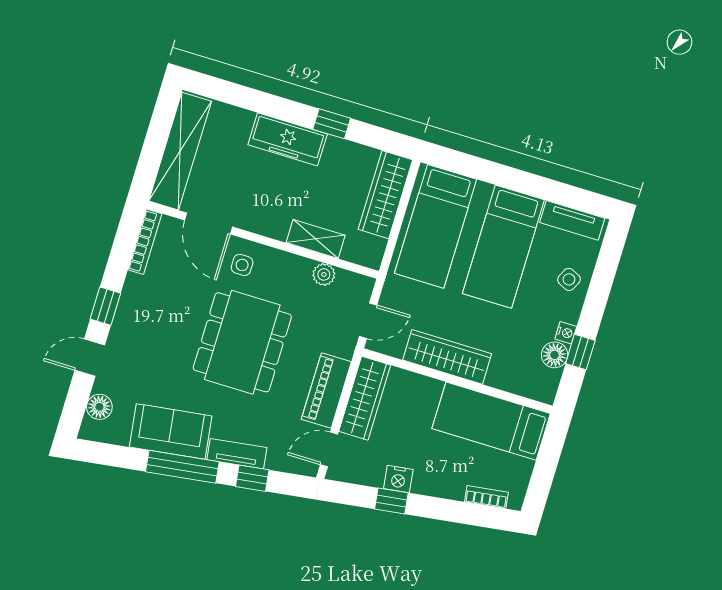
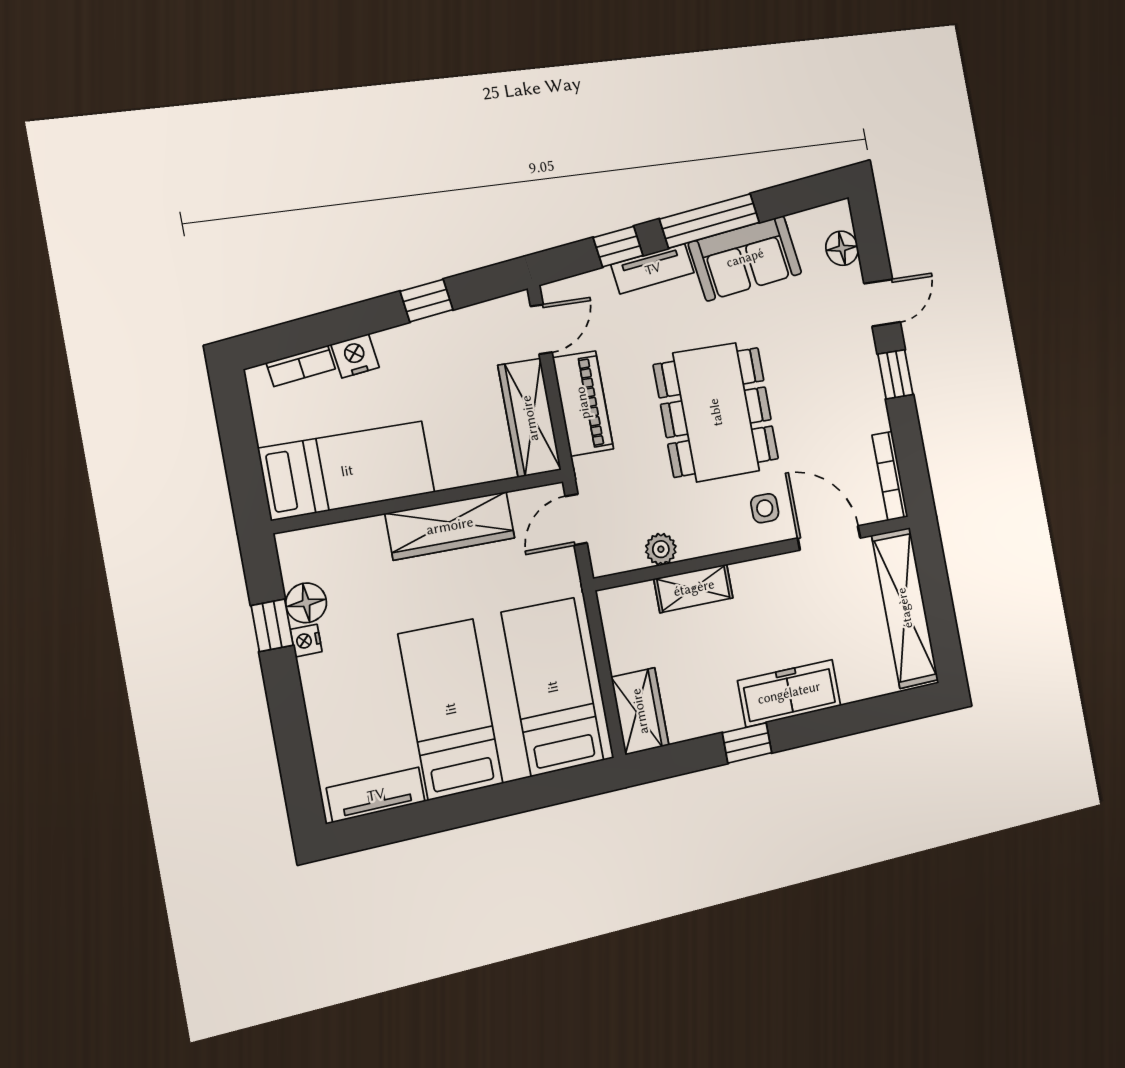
wardrobe: (385, 195) -> (640, 711), width x0.67
side table: (569, 279) -> (339, 714), removed
nightstand: (398, 479) -> (355, 356), moved

